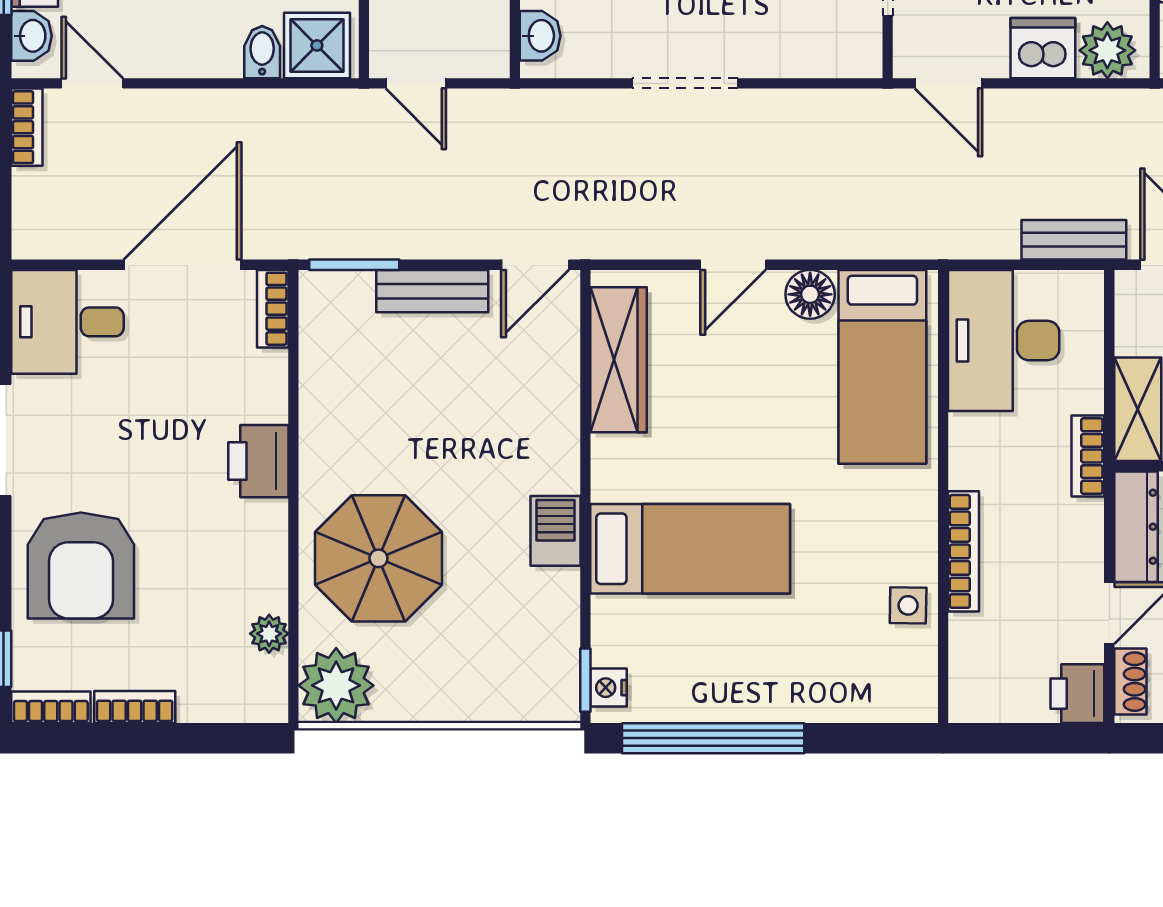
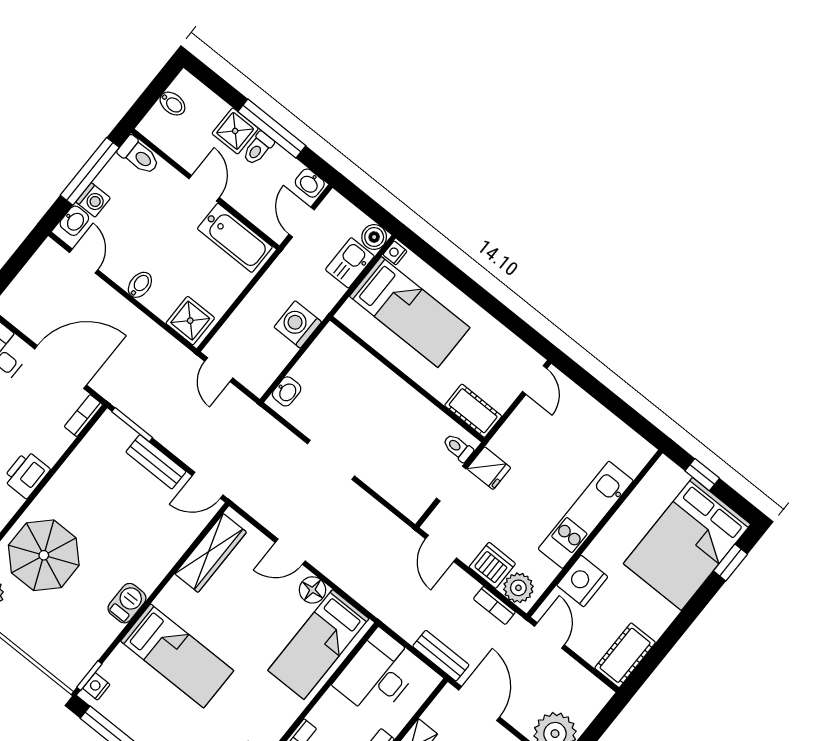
bidet: (262, 52) -> (140, 285), moved
bookcase: (27, 127) -> (494, 605), moved, turned 90

